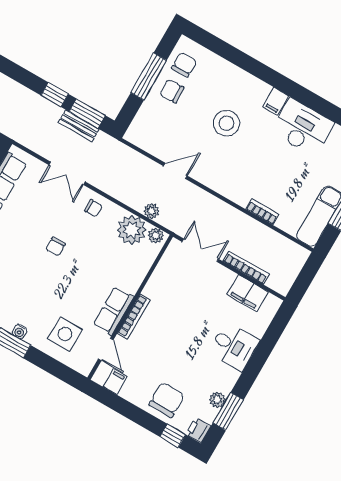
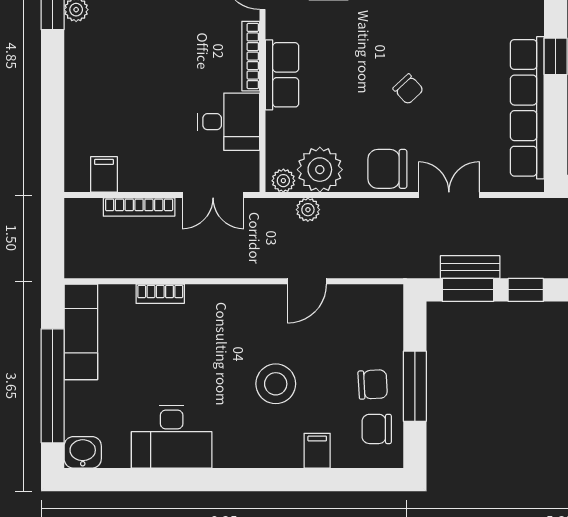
chair: (184, 65) -> (377, 429), turned 90
filing cabinet: (276, 101) -> (317, 451), moved
chair: (93, 208) -> (387, 169), width x1.87, depth x1.87
chair: (56, 246) -> (408, 89), turned 137
filing cabinet: (248, 293) -> (104, 174), width x0.50
row of seats: (113, 311) -> (282, 75), moved
desk: (234, 346) -> (229, 122), moved, turned 180

